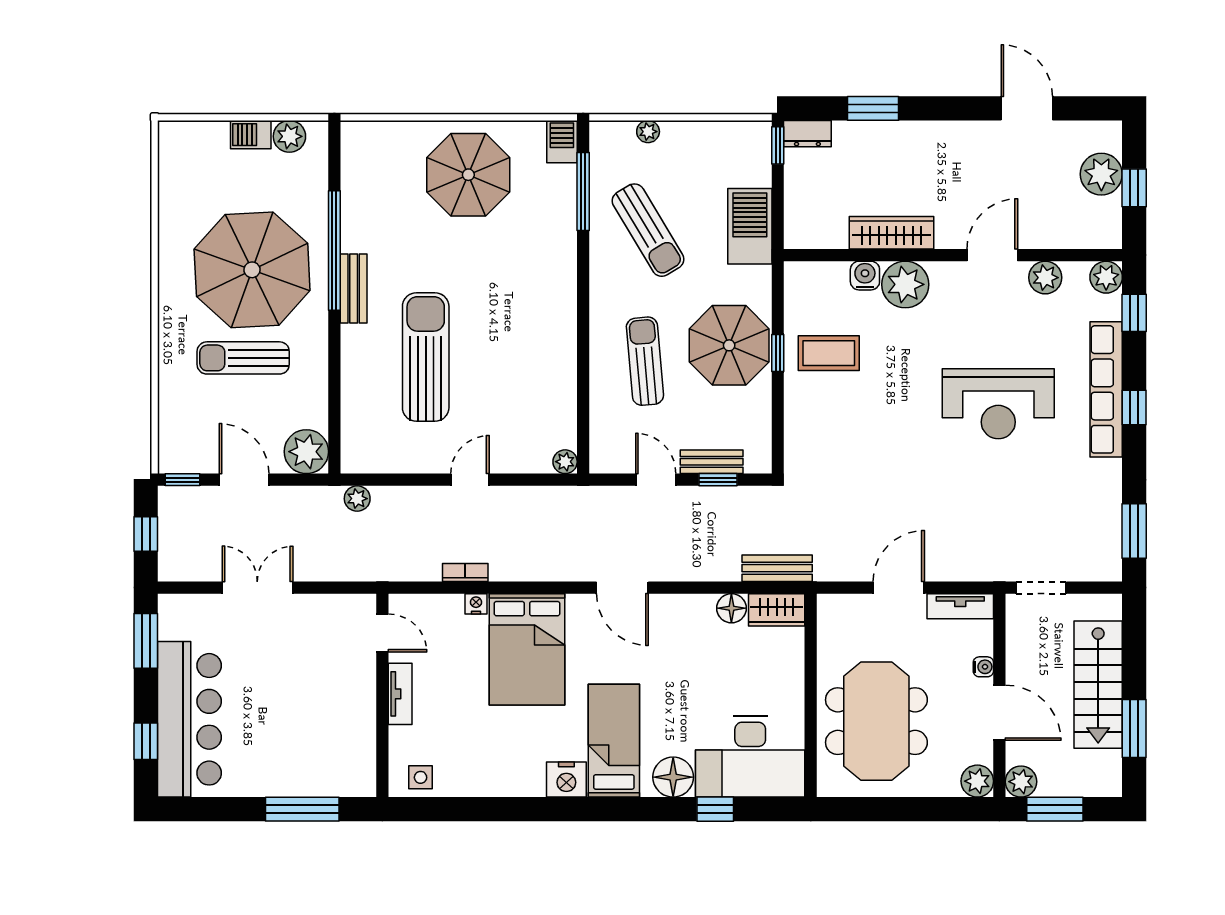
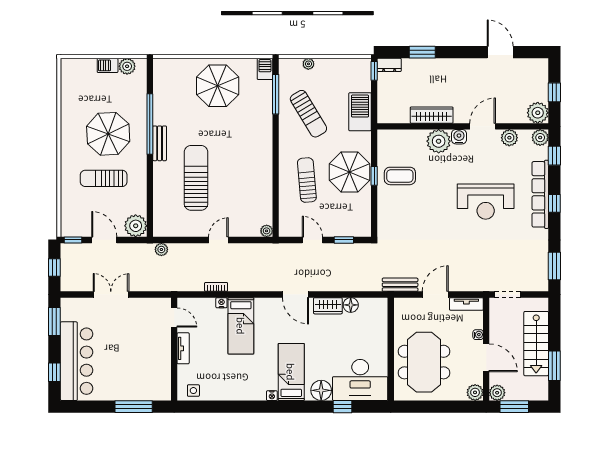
plant: (1101, 174) -> (538, 113), moved
parasol: (252, 270) -> (108, 134), width x0.73, depth x0.73
water cooler: (865, 276) -> (459, 137), moved
bench: (712, 462) -> (341, 231), removed
bench: (777, 568) -> (400, 285), moved
wardrobe: (777, 610) -> (328, 306), moved
bed: (527, 649) -> (241, 326), width x0.67
nightstand: (566, 780) -> (272, 396), width x0.53, depth x0.56

